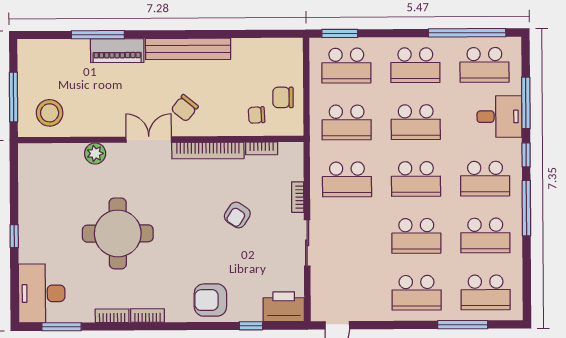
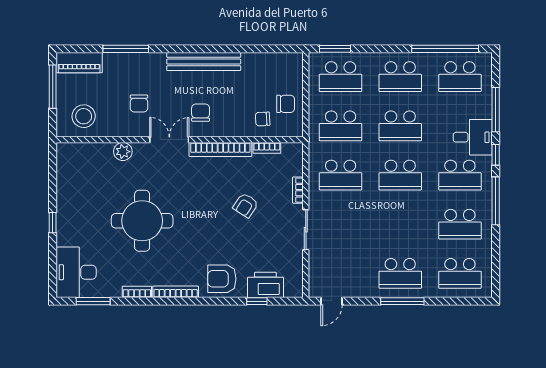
piano: (117, 51) -> (79, 63), moved
window: (13, 97) -> (53, 87), moved
chair: (283, 97) -> (286, 104), turned 180
chair: (113, 98) -> (139, 103), added
chair: (185, 108) -> (201, 113), turned 141
desk: (499, 117) -> (473, 137), moved
school desk: (416, 236) -> (400, 224), removed
printer: (284, 307) -> (265, 285), moved
bookcase: (147, 315) -> (176, 292), width x1.56
window: (463, 325) -> (402, 301), moved

